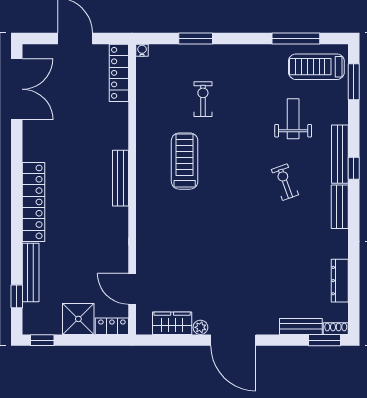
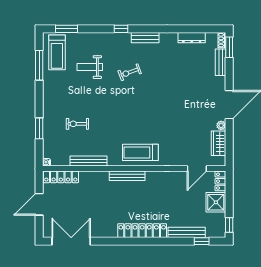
bench: (340, 154) -> (88, 161), moved
treadmill: (185, 161) -> (140, 152), moved

